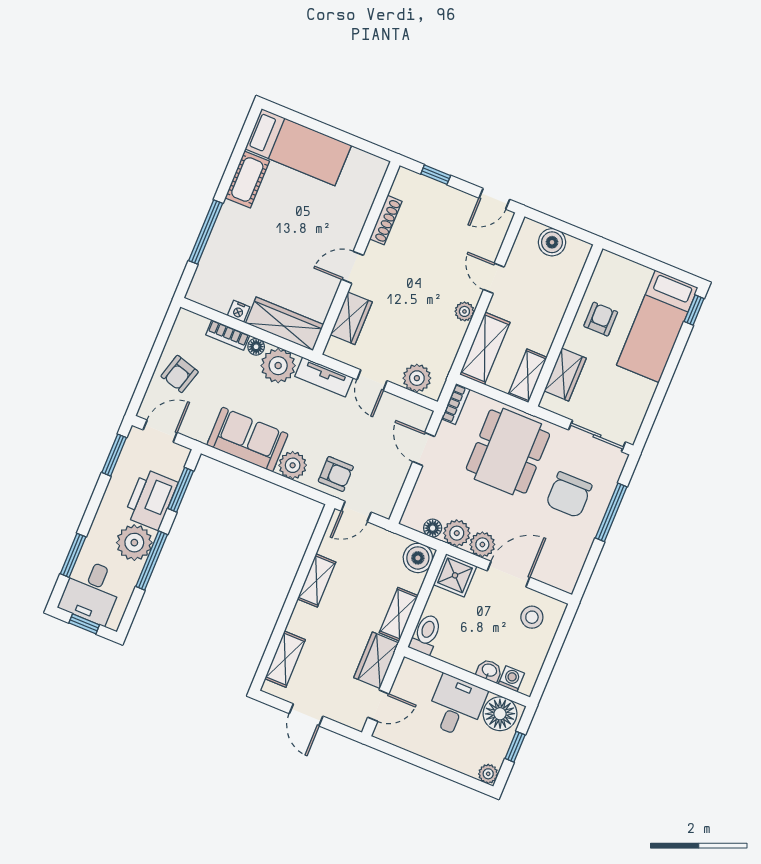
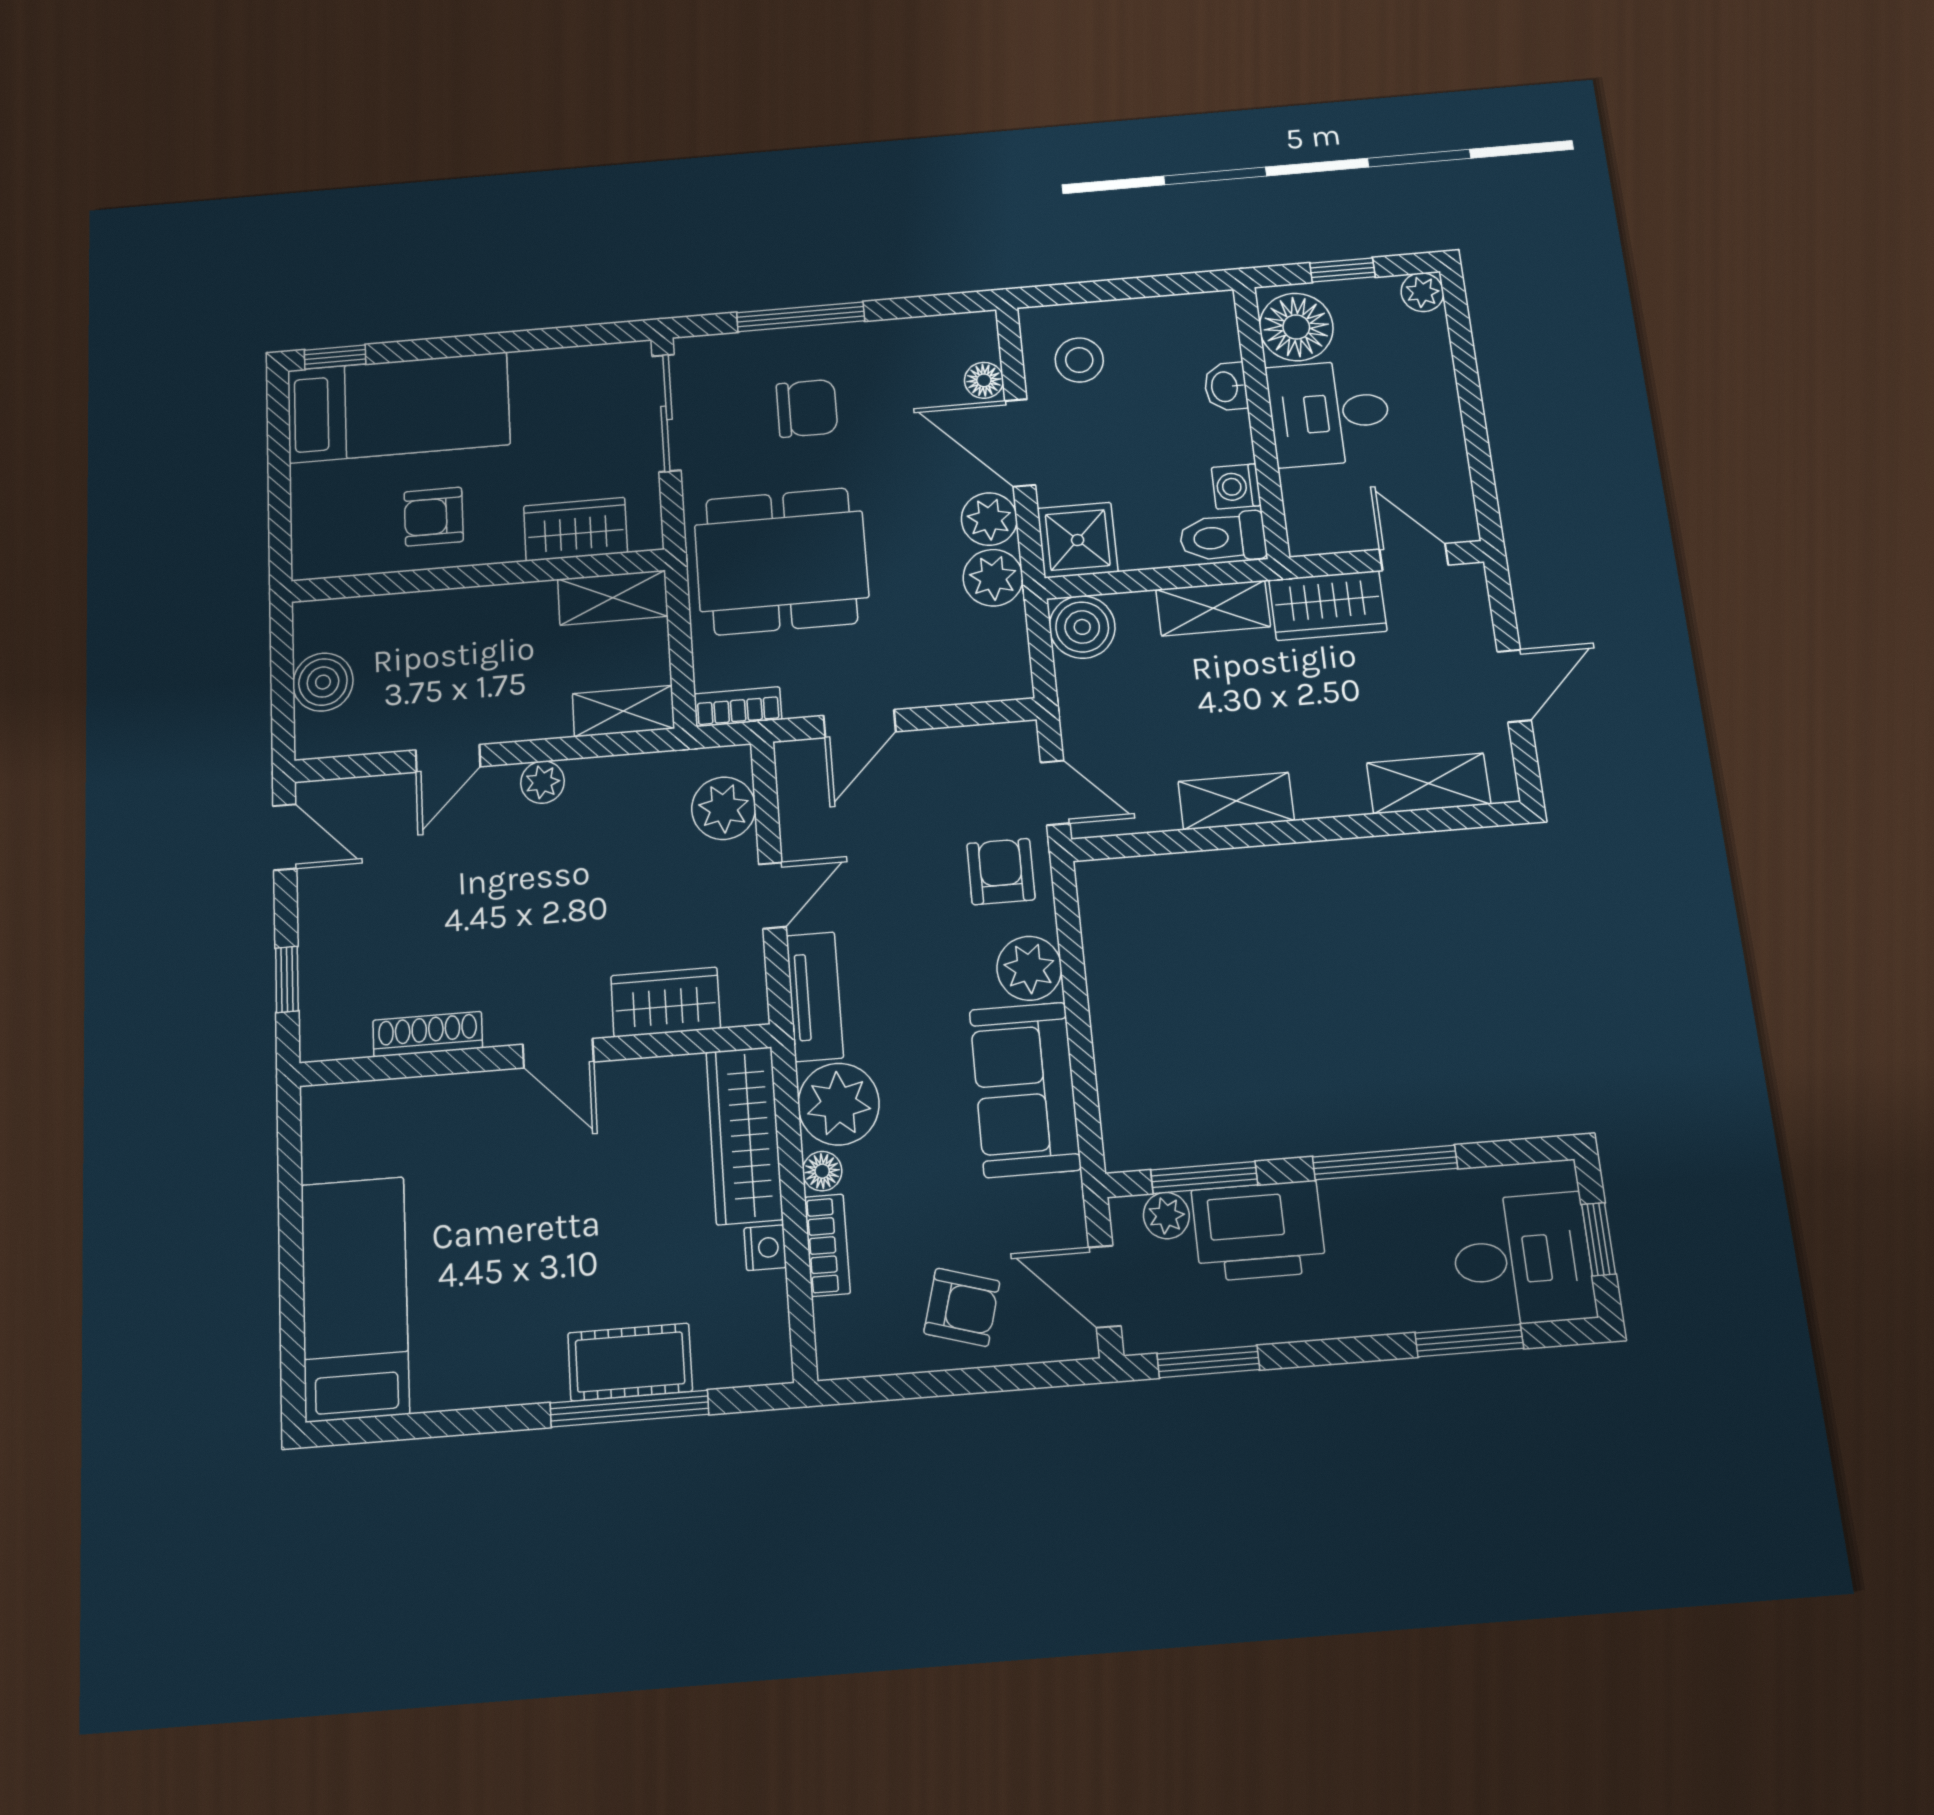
cot: (247, 179) -> (630, 1362), moved
shelving: (485, 348) -> (623, 711), width x0.67, depth x0.75
chair: (569, 495) -> (807, 408), width x0.73, depth x0.73
floor lamp: (433, 528) -> (984, 380), moved
plant: (134, 543) -> (1166, 1216), moved, width x0.53, depth x0.53
washing machine: (511, 679) -> (1236, 486), moved

